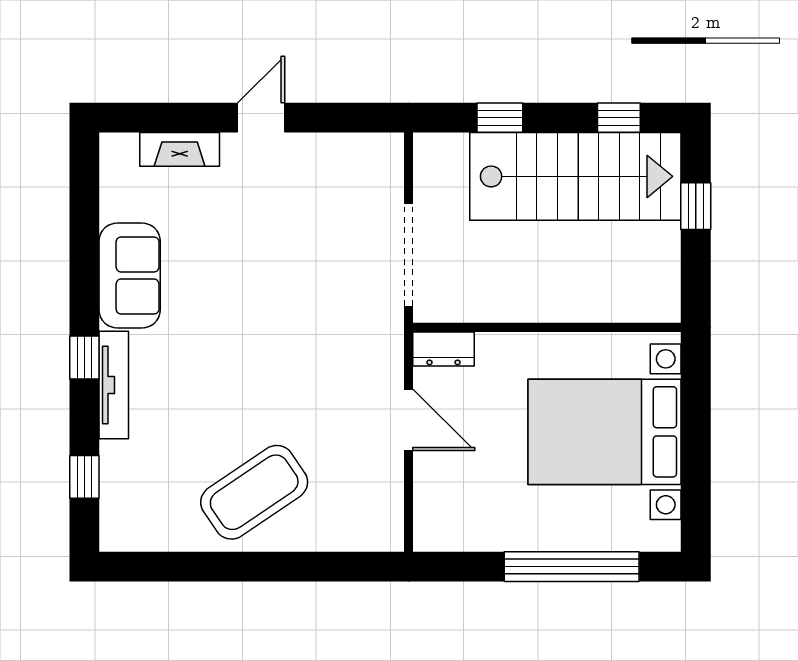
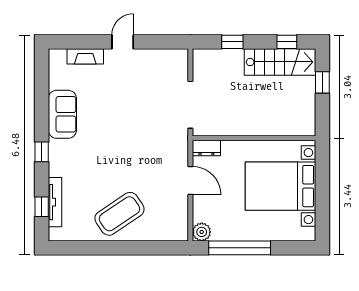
stairs: (575, 176) -> (280, 62), width x0.73, depth x0.66
tv unit: (114, 385) -> (55, 202), moved
plant: (433, 532) -> (202, 232), added
window: (572, 567) -> (240, 248), moved

